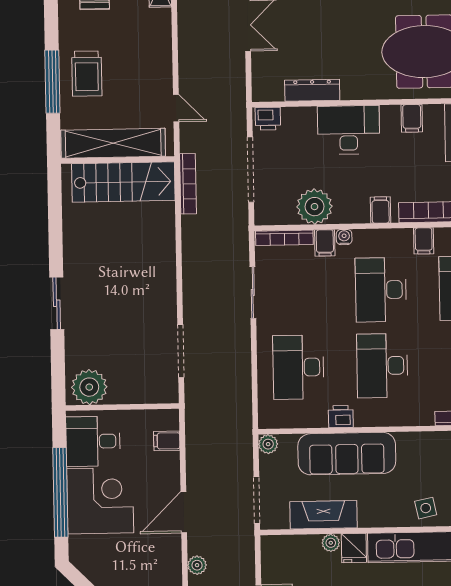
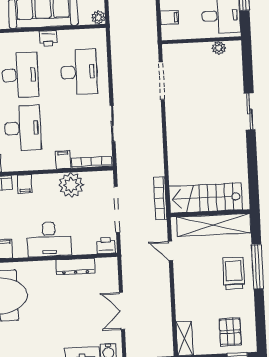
water cooler: (344, 237) -> (50, 164), removed
plant: (89, 387) -> (219, 48), width x0.53, depth x0.53

